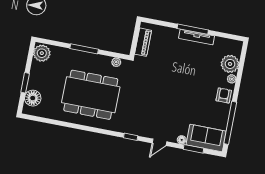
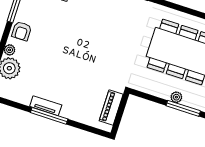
tv unit: (197, 37) -> (46, 106), width x0.71
plant: (116, 62) -> (176, 97), moved

